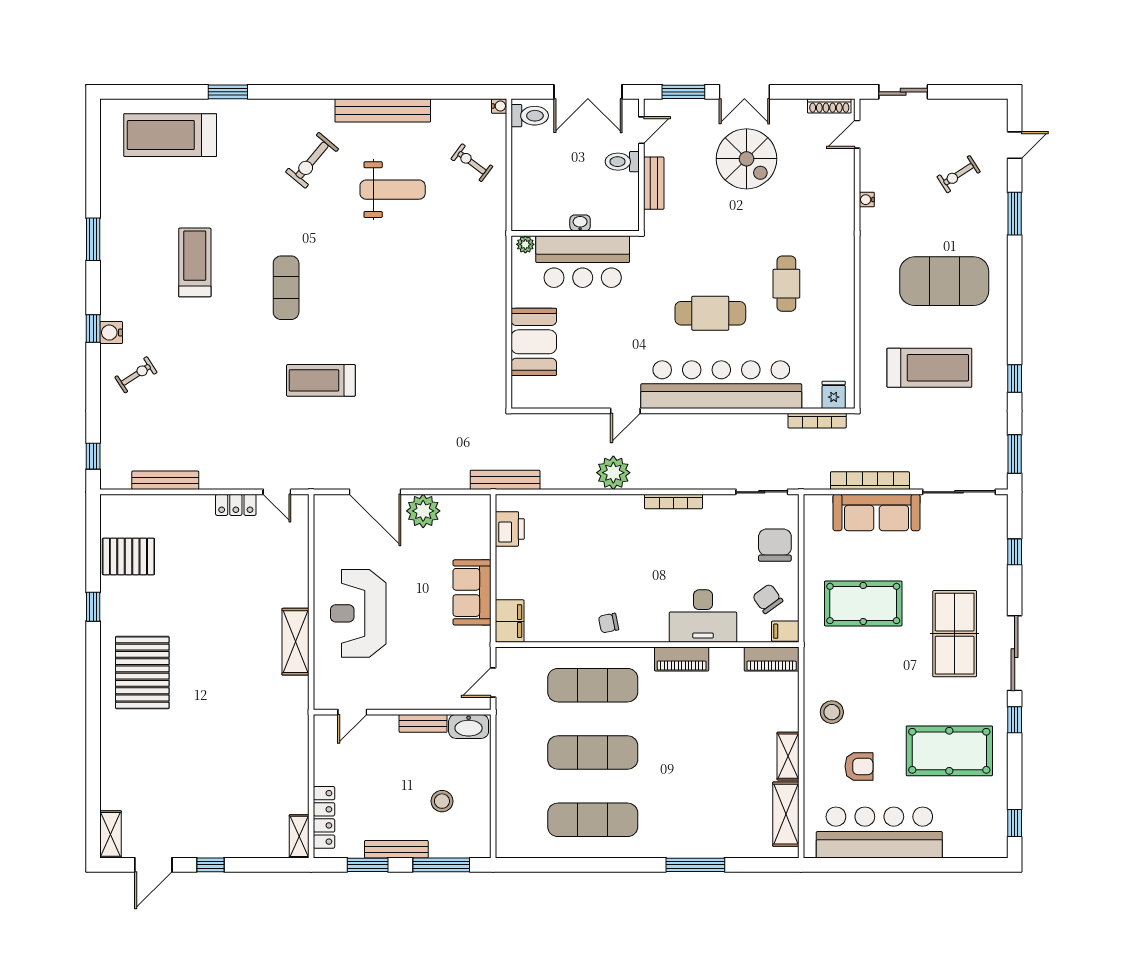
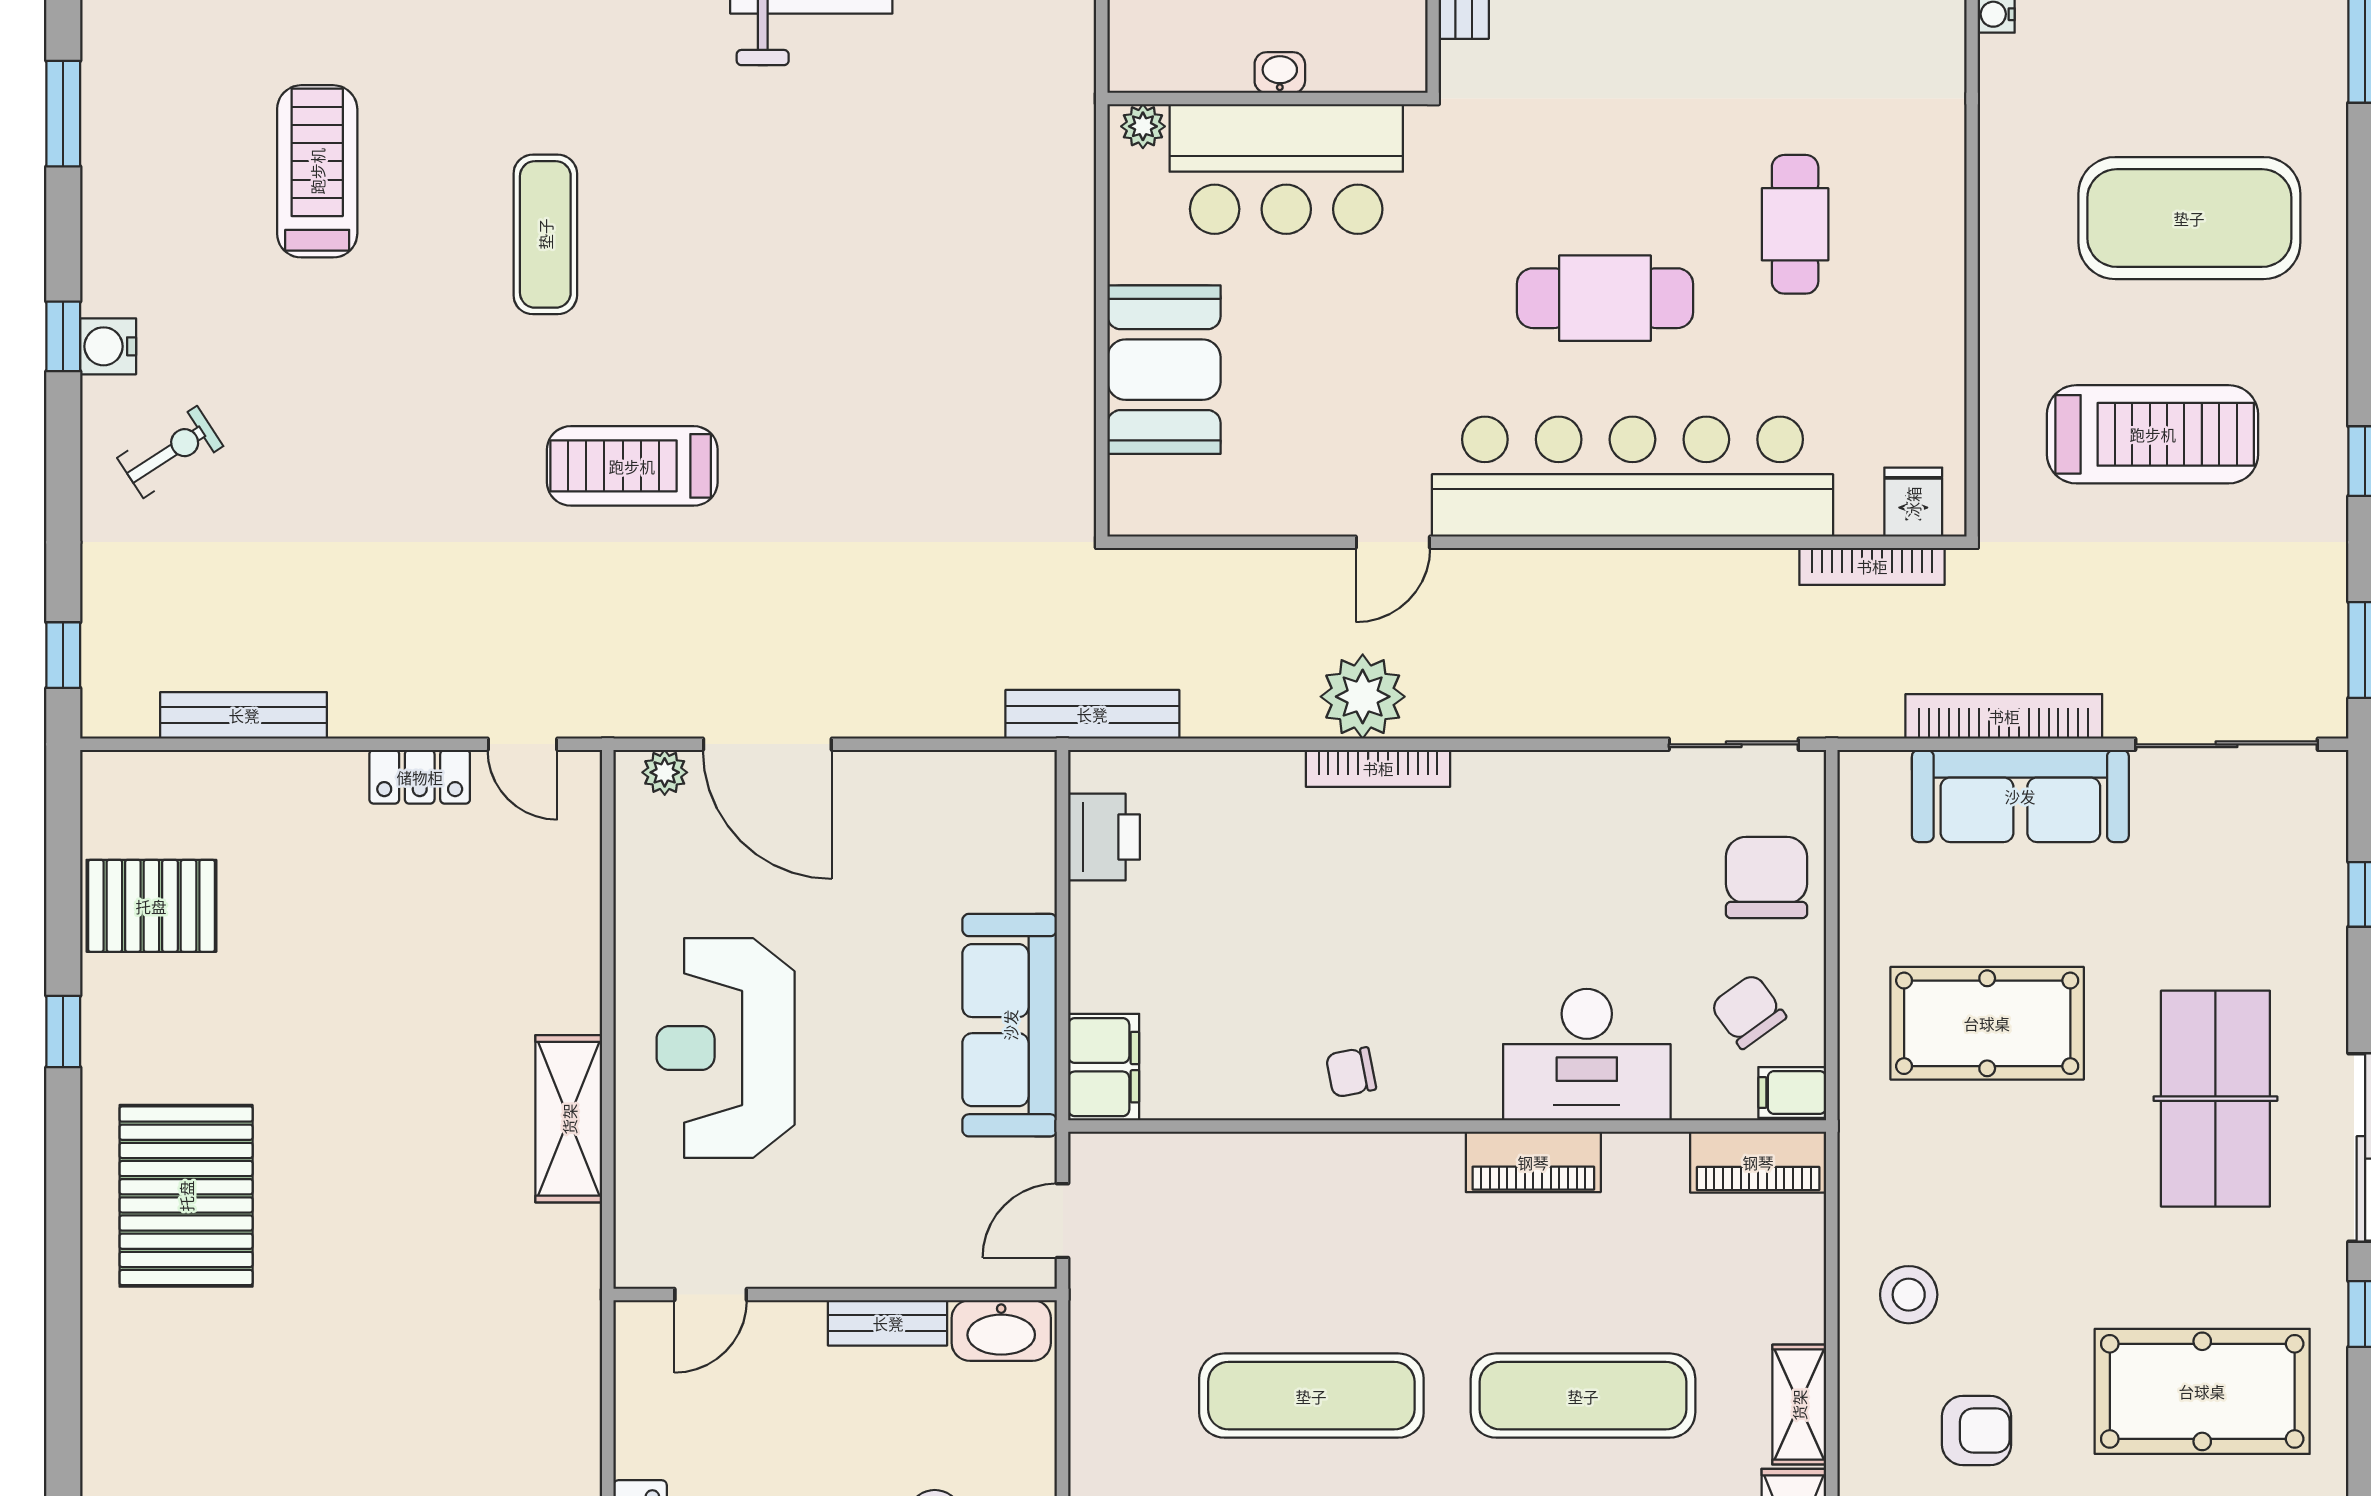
bookcase: (673, 501) -> (1378, 768), moved
plant: (423, 511) -> (665, 772), moved, width x0.53, depth x0.53
sofa: (472, 592) -> (1010, 1025), width x1.36
exercise mat: (593, 685) -> (1583, 1396), moved

